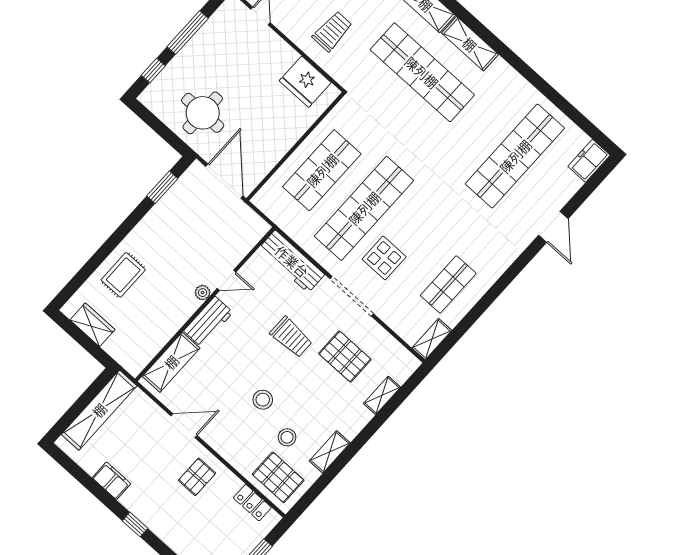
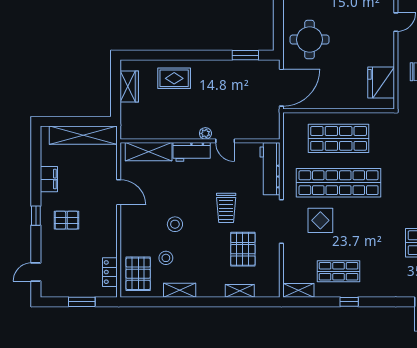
window: (486, 301) -> (349, 302), added
pallet: (197, 477) -> (66, 220), moved

